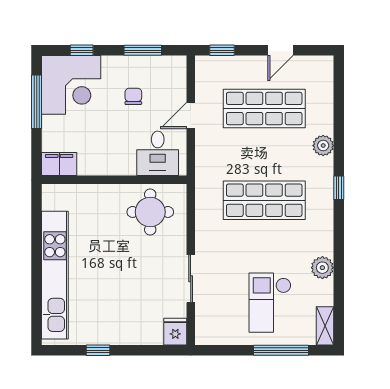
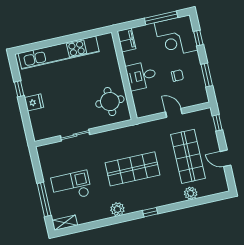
plant: (323, 146) -> (191, 193), moved
desk: (158, 153) -> (141, 76), moved
shop shelf: (264, 200) -> (133, 169), turned 90
plant: (322, 268) -> (117, 209), moved
fridge: (175, 332) -> (34, 102), moved

